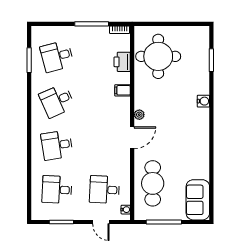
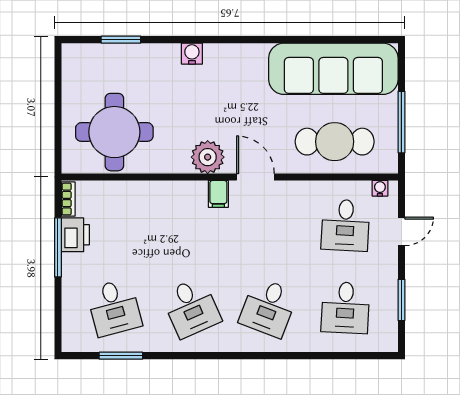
printer: (122, 62) -> (75, 235), moved, turned -90
filing cabinet: (123, 90) -> (218, 194), moved
plant: (139, 115) -> (208, 157), width x1.88, depth x1.88
desk: (57, 145) -> (268, 308), turned 30
sofa: (198, 200) -> (333, 69), width x1.85, depth x1.27

